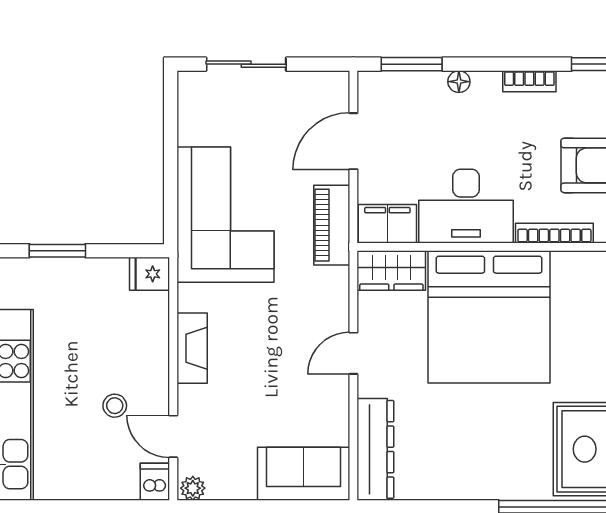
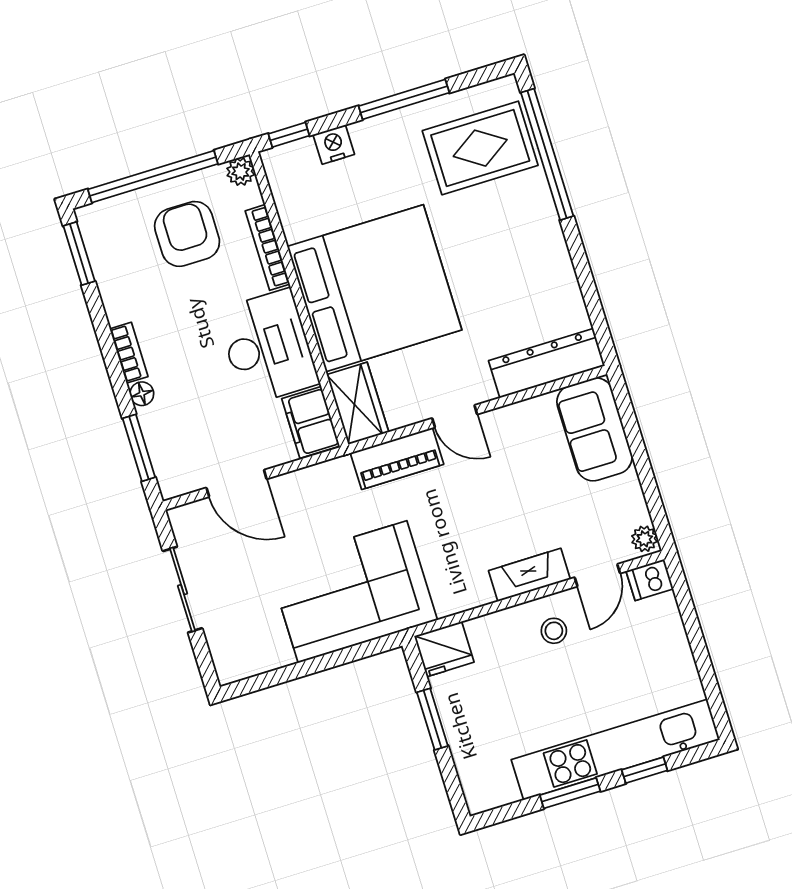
sliding door: (246, 64) -> (182, 590), moved
bookcase: (529, 81) -> (129, 353), moved
piano: (332, 225) -> (397, 459), moved
window: (57, 251) -> (432, 719), moved
fridge: (150, 274) -> (444, 649), width x1.38
fireplace: (192, 348) -> (529, 575), moved
stool: (115, 406) -> (554, 631), moved

